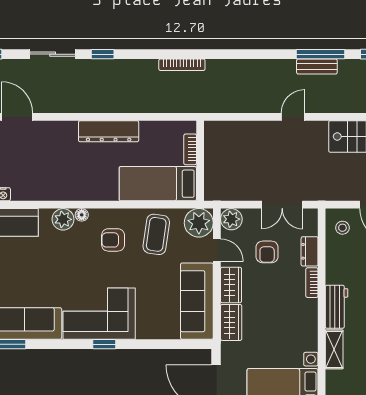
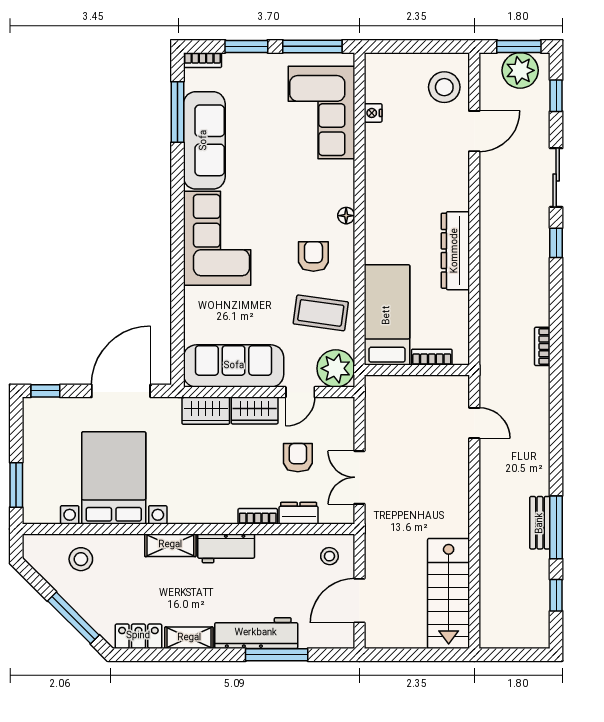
bookcase: (182, 65) -> (542, 346), width x0.64
door: (293, 117) -> (474, 423), moved
plant: (63, 219) -> (340, 191), removed
plant: (231, 219) -> (341, 411), removed
armchair: (267, 252) -> (298, 458), turned 90
window: (104, 344) -> (177, 245), removed

